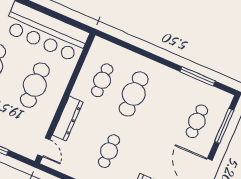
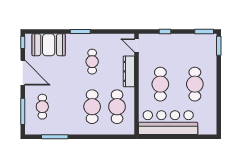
cafe table: (102, 80) -> (117, 107), width x1.37, depth x1.35

